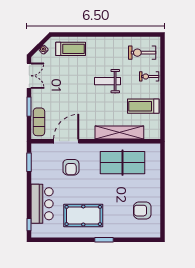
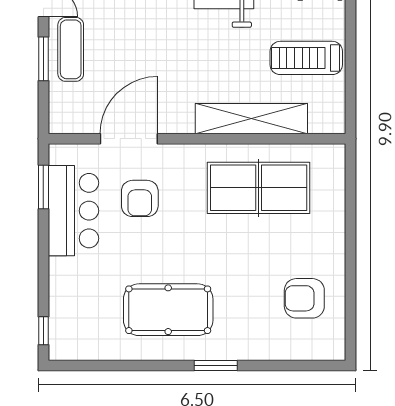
exercise mat: (39, 122) -> (71, 49), moved
bar counter: (42, 204) -> (73, 211), moved

